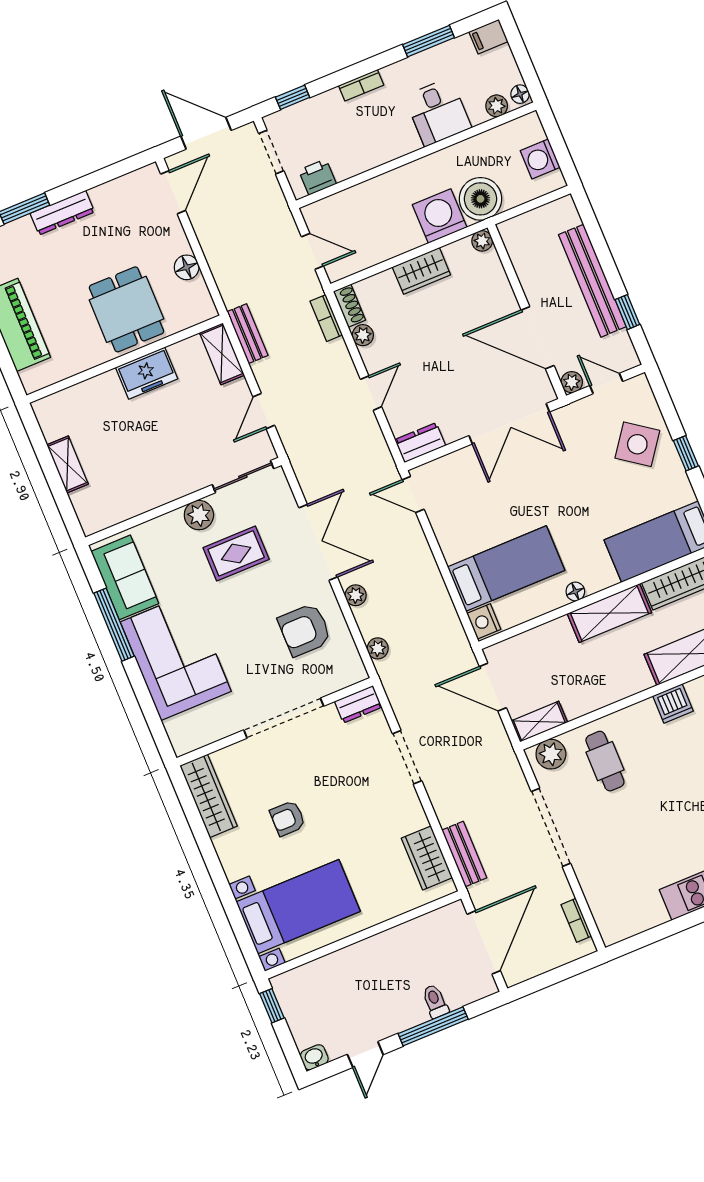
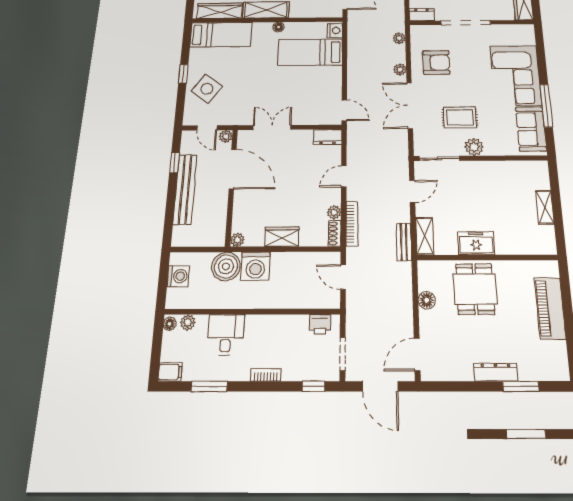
bookcase: (326, 318) -> (352, 224), width x1.56
double door: (509, 424) -> (272, 127), width x0.73

